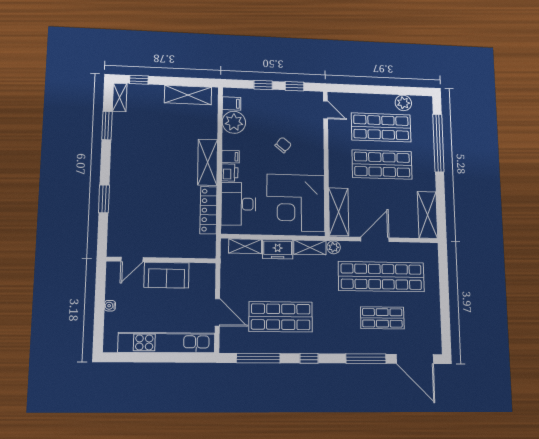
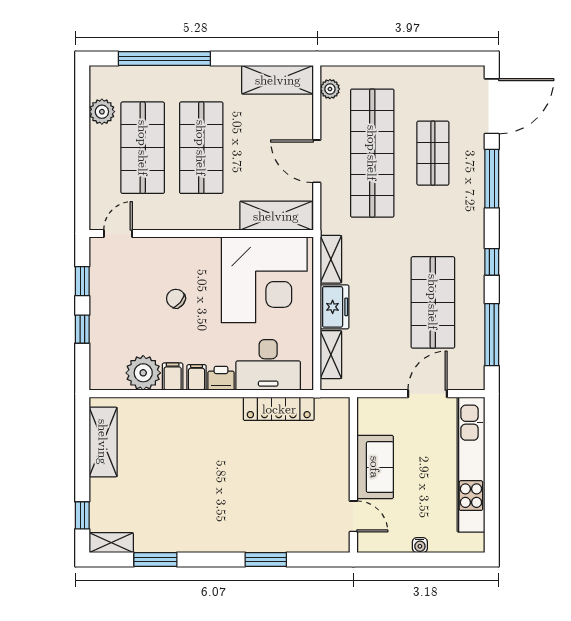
filing cabinet: (232, 103) -> (173, 377), moved
shelving: (208, 162) -> (206, 411), removed
plant: (334, 247) -> (330, 89), moved

